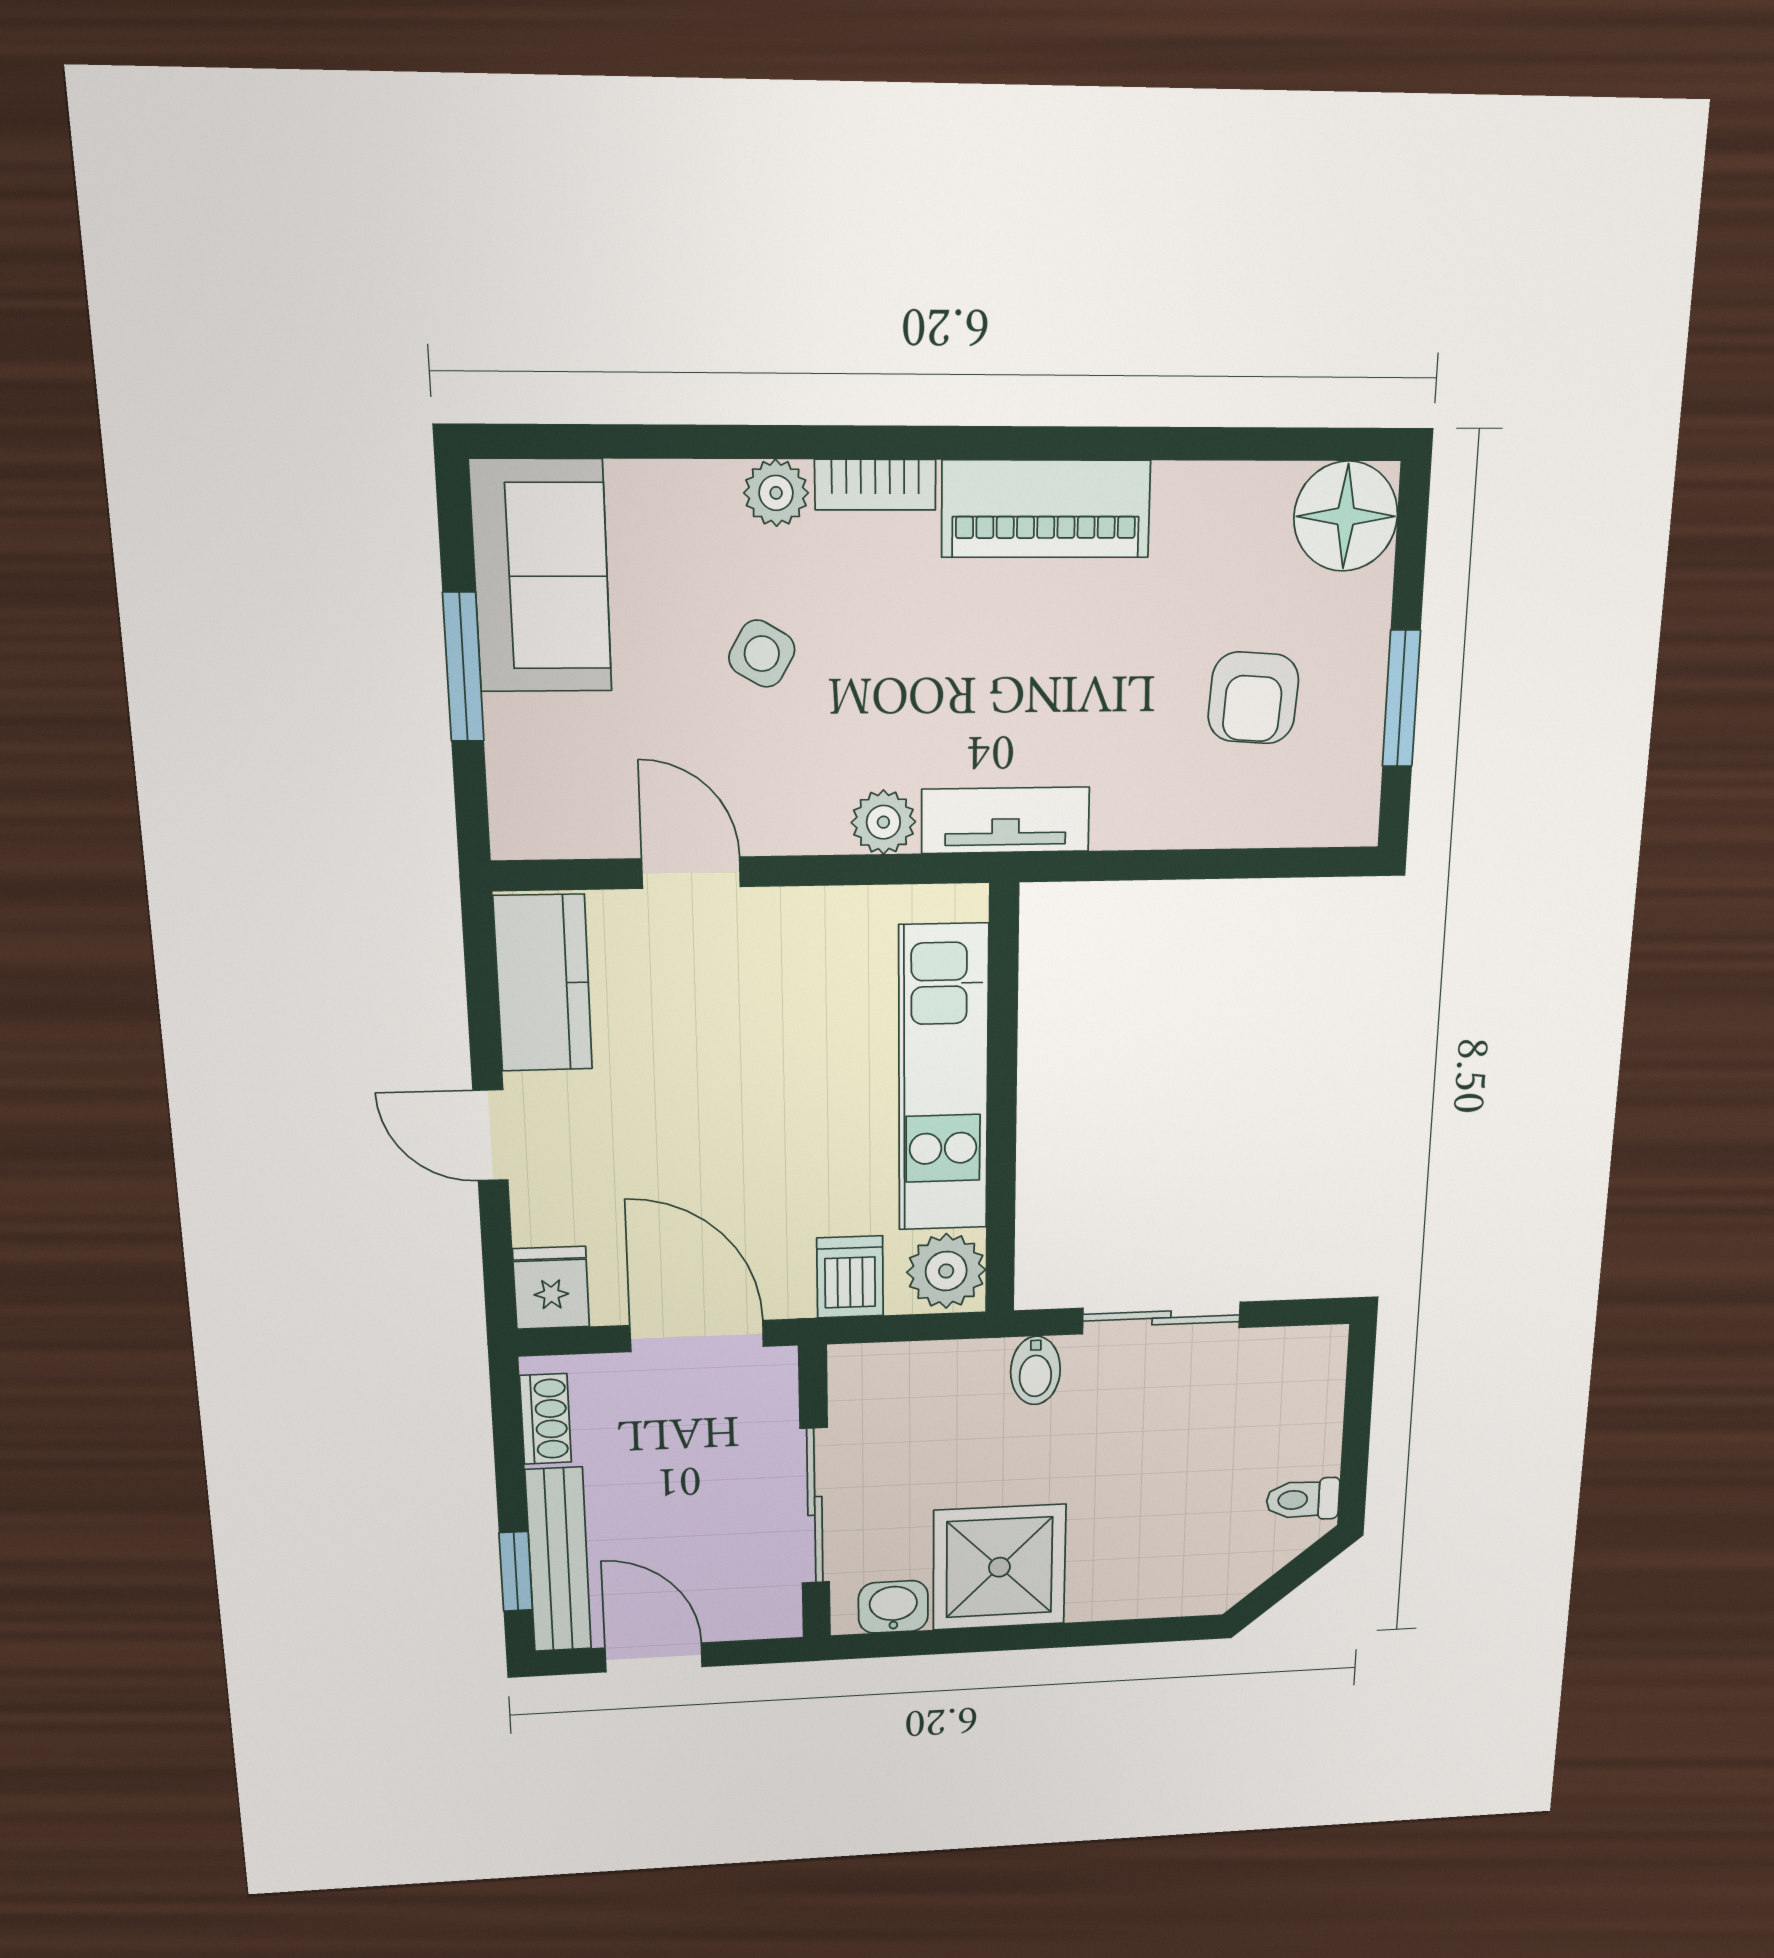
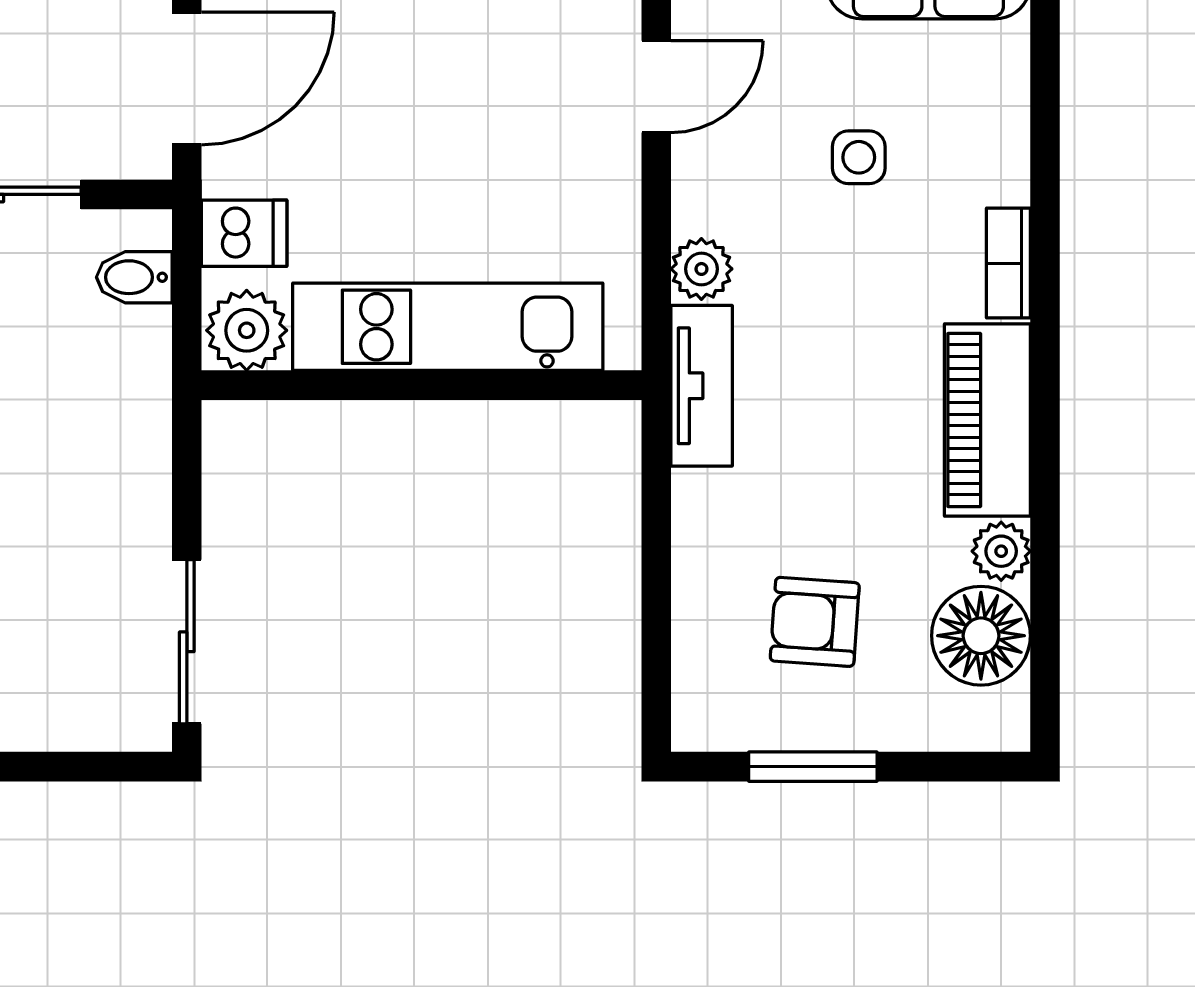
plant: (776, 493) -> (1001, 551), moved
floor lamp: (1346, 516) -> (981, 636), moved
side table: (762, 654) -> (859, 157), turned -30
sliding door: (1161, 1318) -> (187, 642), moved
bidet: (1035, 1370) -> (134, 277), moved

